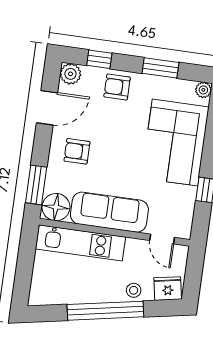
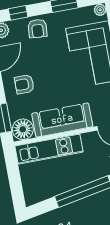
armchair: (117, 87) -> (38, 29), turned -85
stool: (134, 290) -> (98, 170), removed

